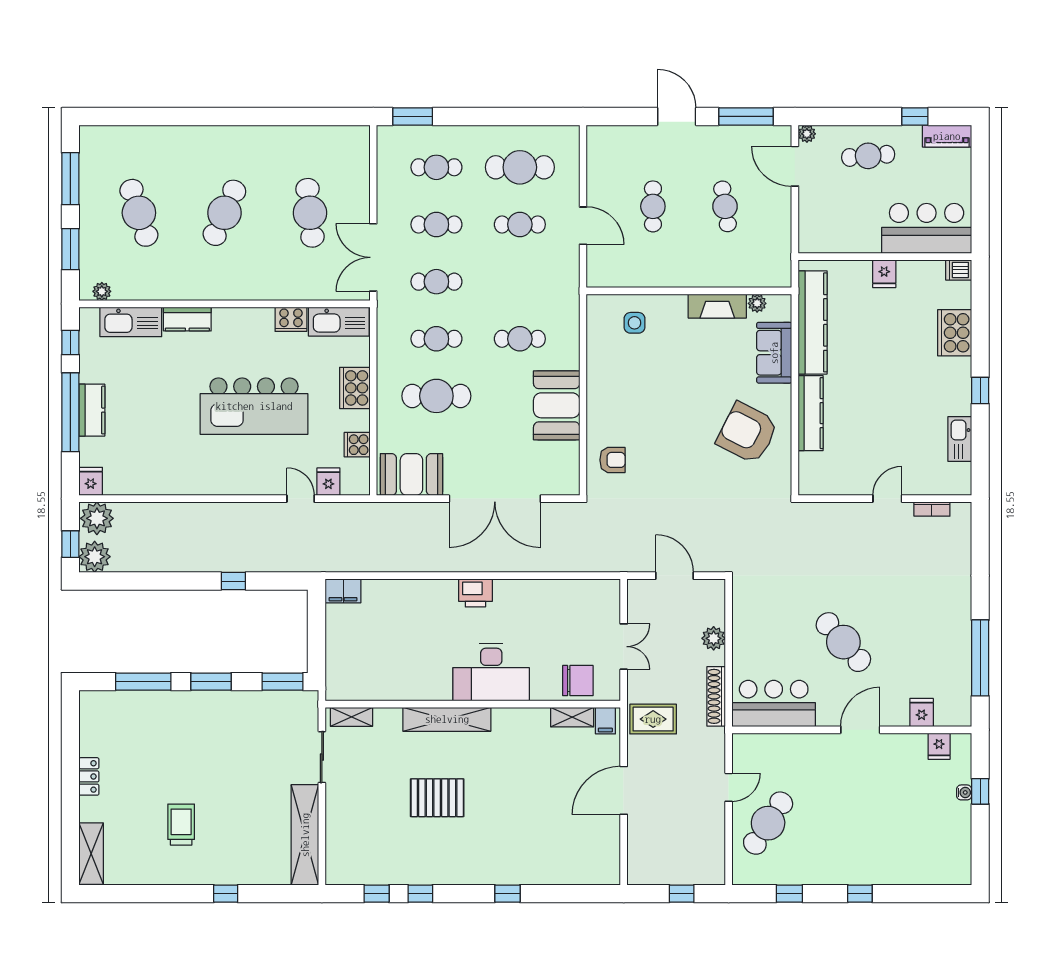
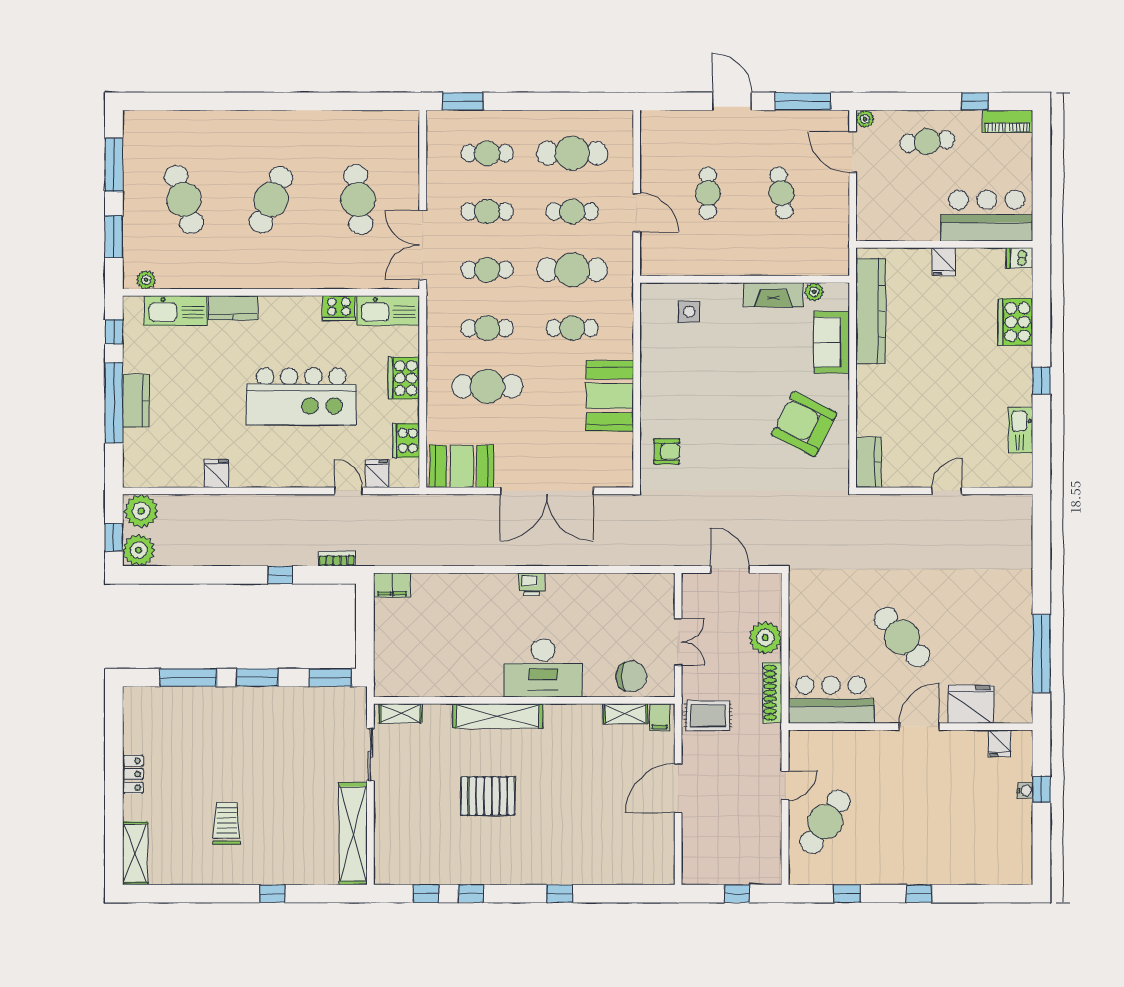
cafe table: (520, 282) -> (572, 270), added
kitchen counter: (811, 413) -> (869, 462), moved, width x0.67
cooker: (357, 445) -> (406, 441), width x1.36
fridge: (91, 481) -> (216, 473), moved
bookcase: (932, 509) -> (337, 559), moved, turned 180
printer: (475, 593) -> (532, 584), width x0.73, depth x0.81
plant: (714, 638) -> (765, 638), width x1.36, depth x1.36
fridge: (922, 713) -> (971, 704), width x1.88, depth x1.34

